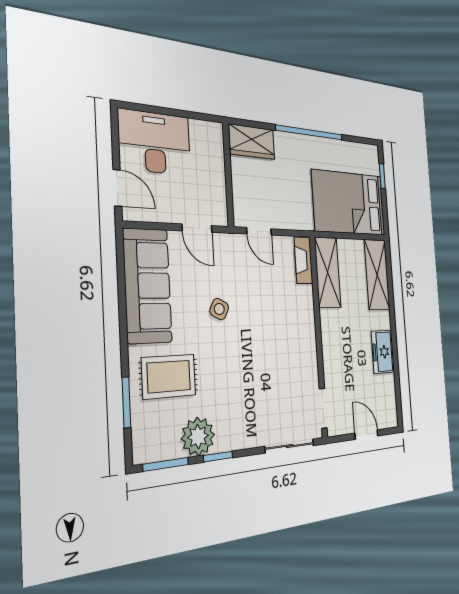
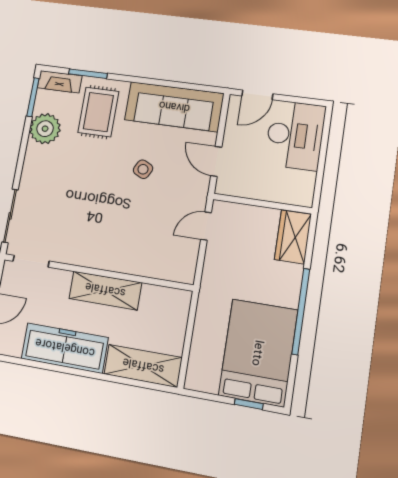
bed: (349, 203) -> (258, 353), moved
door: (197, 228) -> (216, 161), hinge flipped
fireplace: (303, 260) -> (60, 82), moved, turned 180
shelving: (328, 272) -> (105, 290), moved
freezer: (383, 352) -> (65, 348), width x1.91, depth x1.26
window: (218, 457) -> (24, 144), removed

